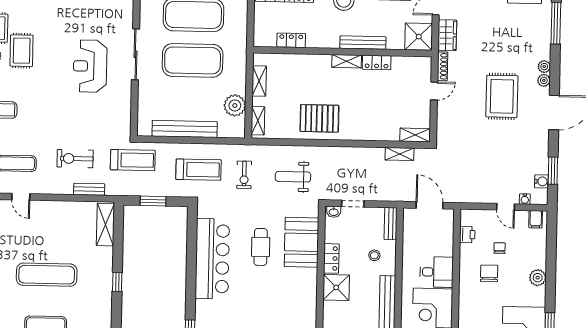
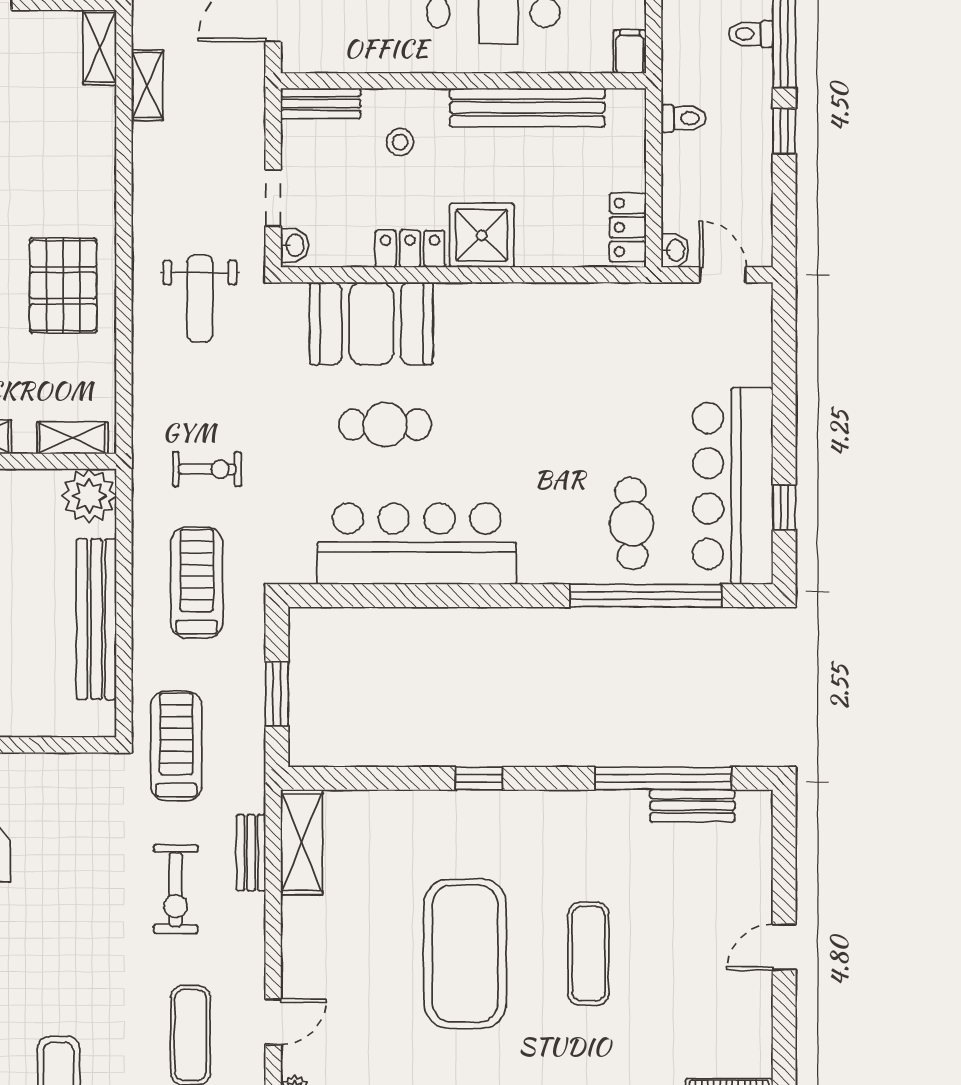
plant: (235, 105) -> (89, 496), moved
weight bench: (293, 177) -> (200, 299), moved
shelving: (105, 225) -> (302, 842), moved, turned 90
exercise mat: (47, 275) -> (465, 954), width x1.47

